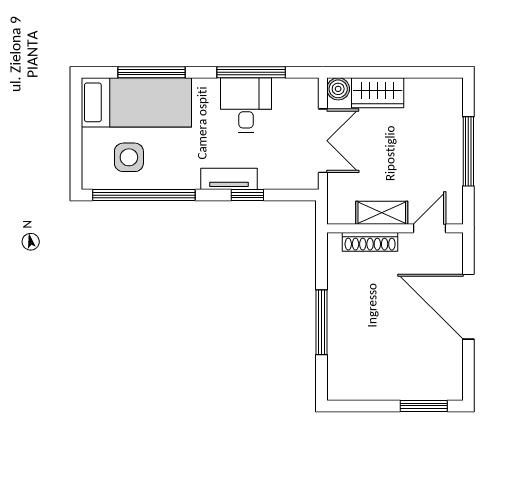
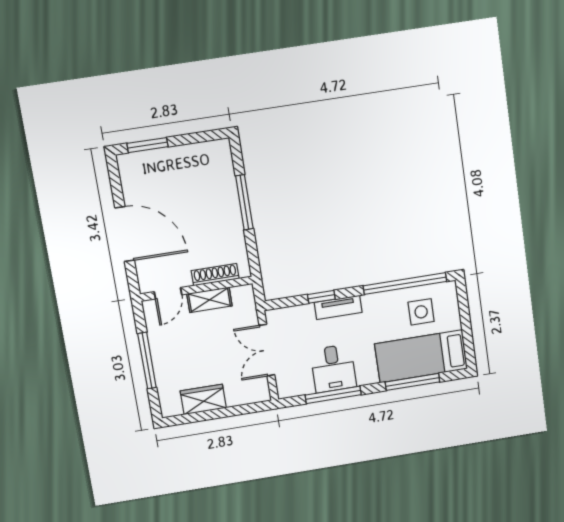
boiler: (338, 89) -> (261, 393), removed
wardrobe: (378, 93) -> (203, 399), moved

